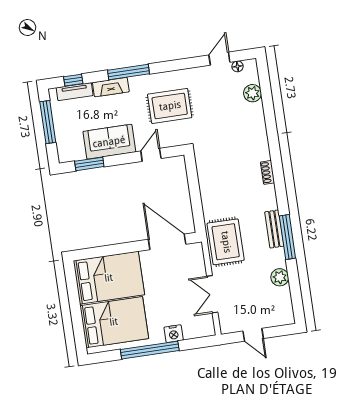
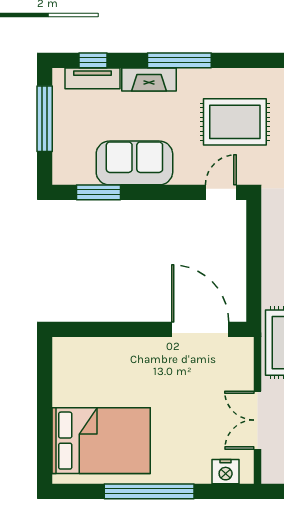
door: (151, 155) -> (221, 192), moved
bed: (109, 278) -> (103, 371), removed
nightstand: (174, 334) -> (226, 472), moved

